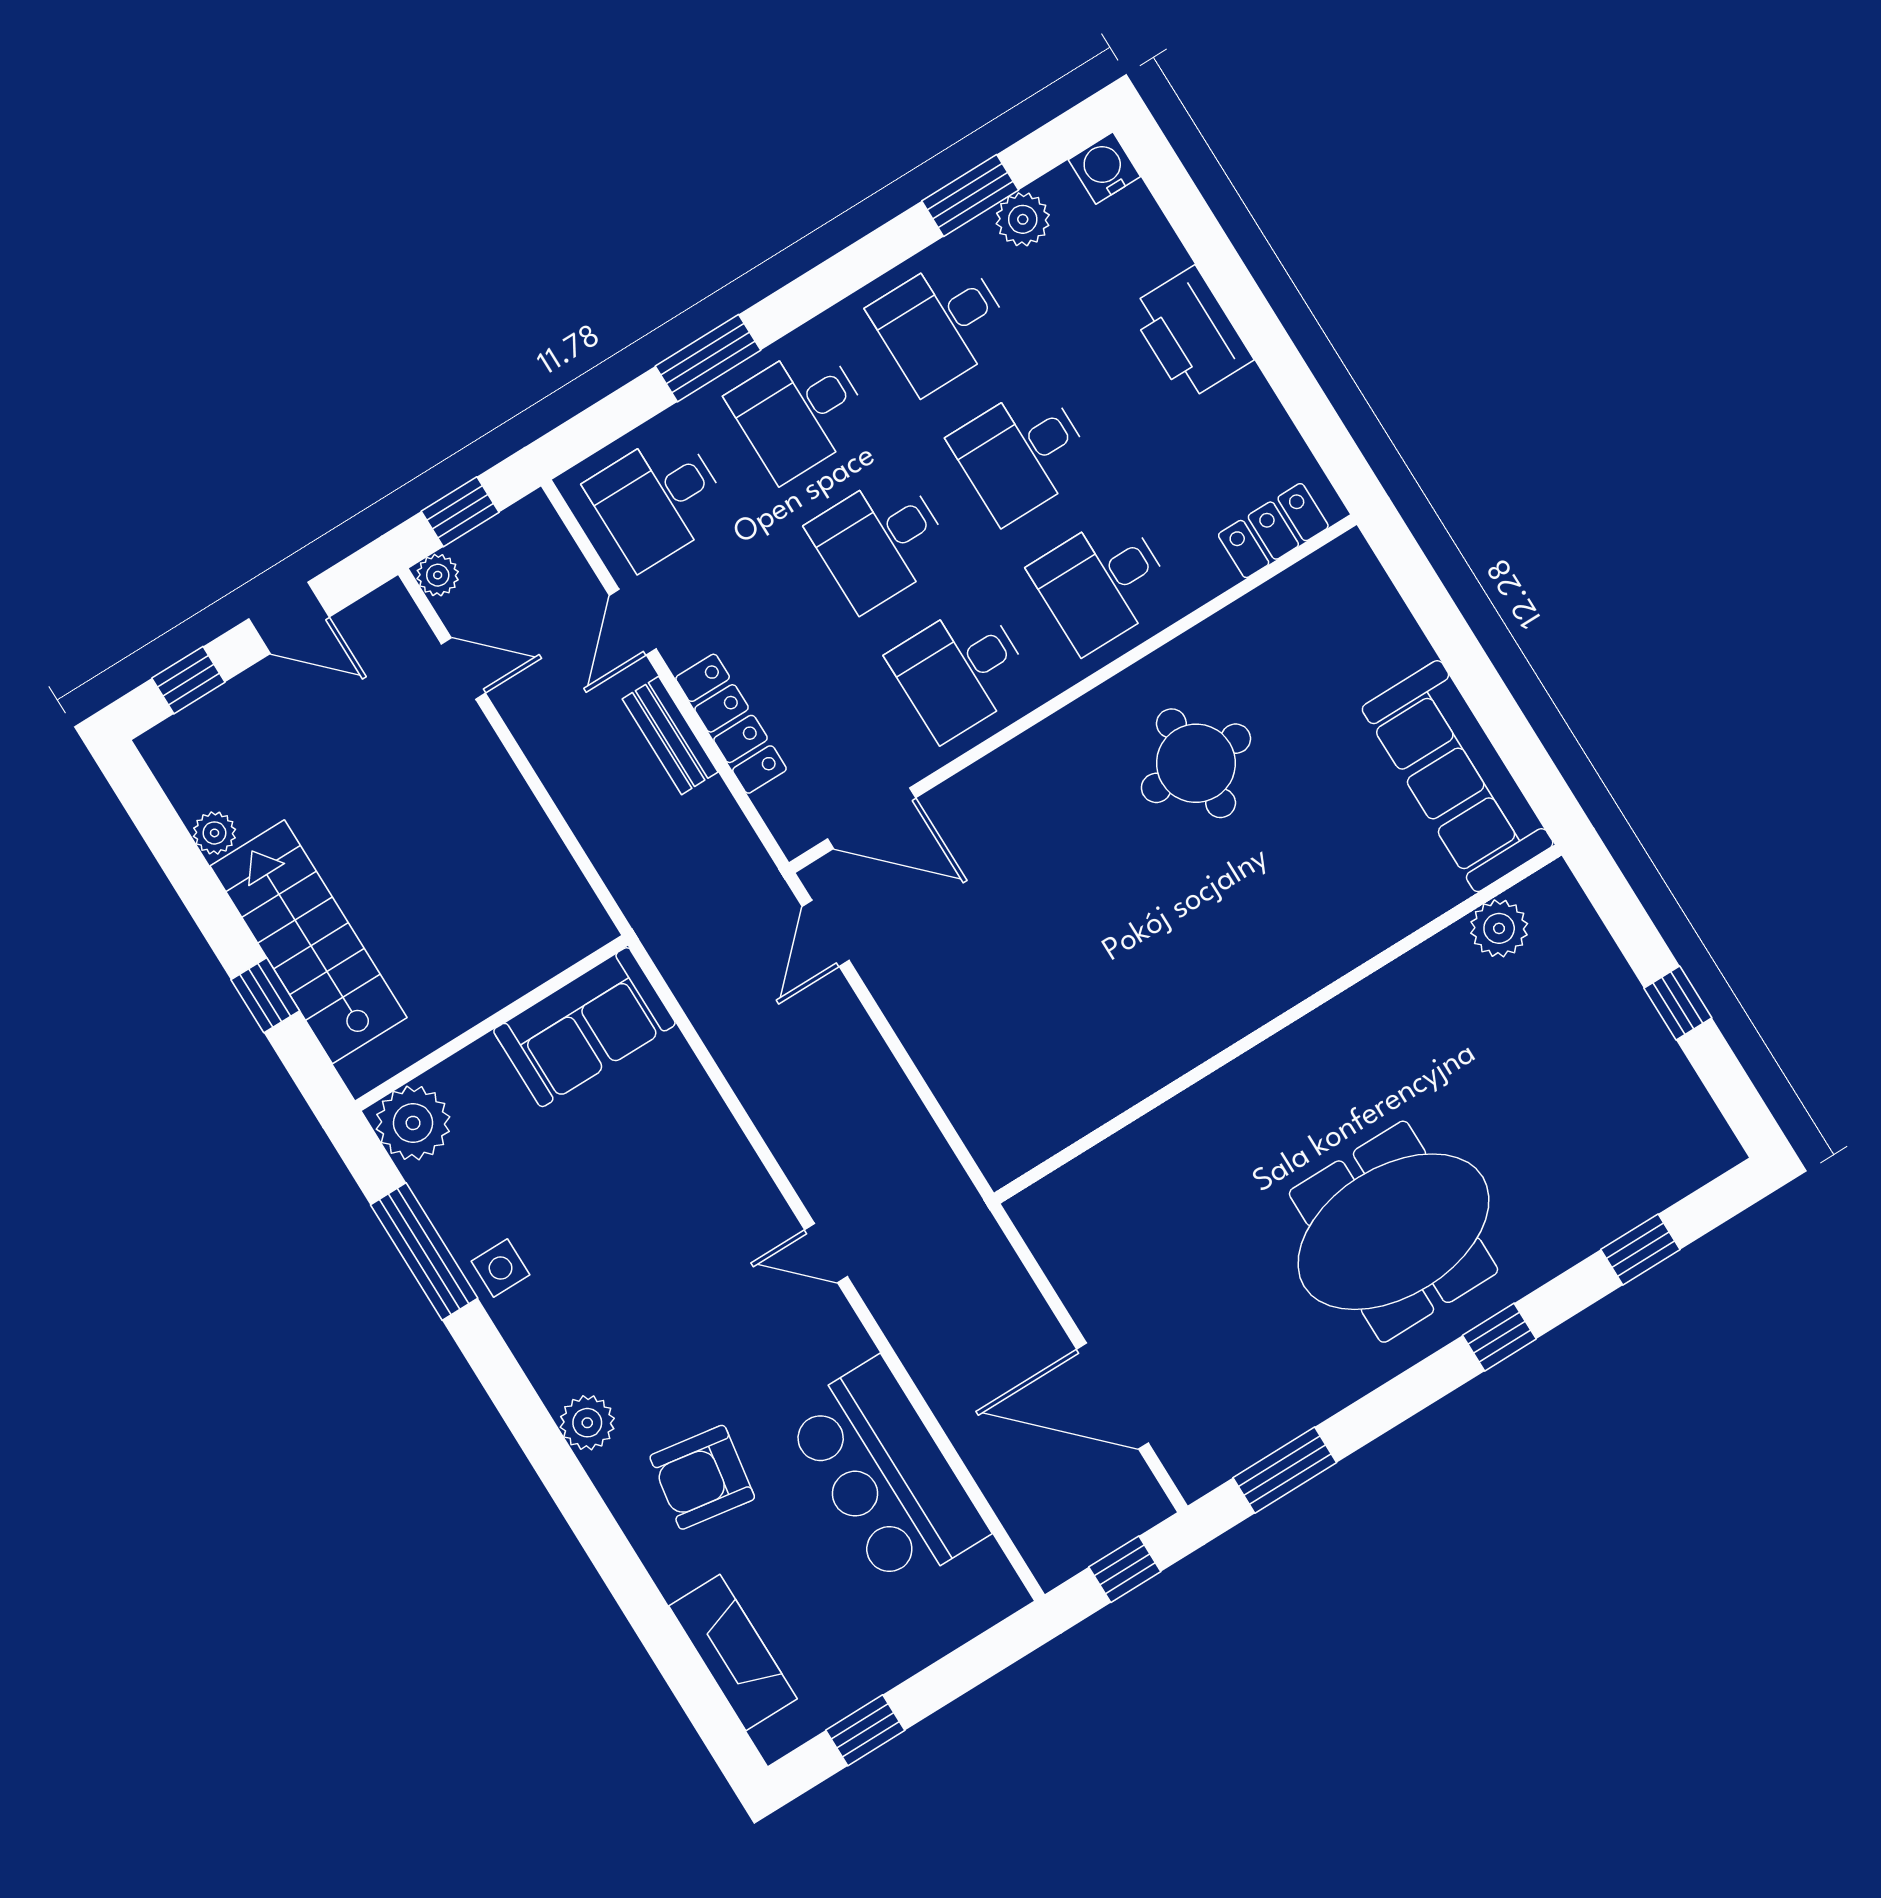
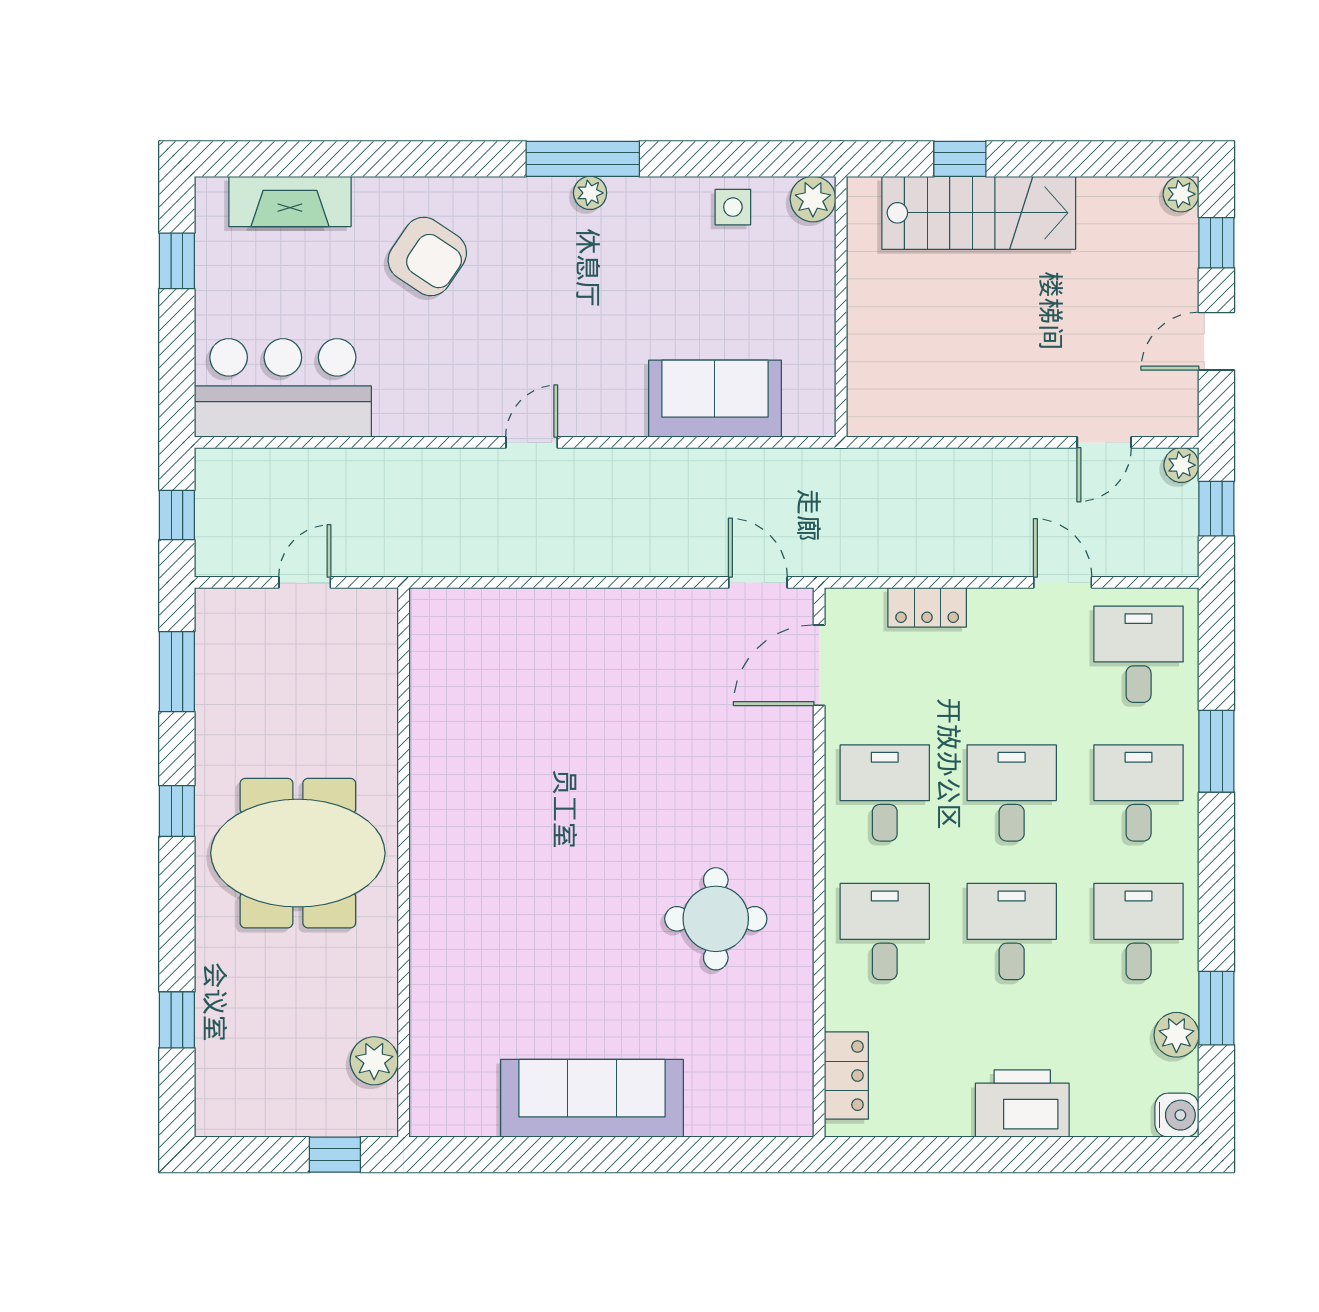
locker: (731, 724) -> (927, 607), width x0.66
bench: (670, 735) -> (966, 559), removed
plant: (215, 833) -> (1181, 194), moved
plant: (1499, 928) -> (374, 1061), moved
wall: (1278, 1024) -> (404, 862), moved
sofa: (584, 1027) -> (715, 399), moved, turned 90
plant: (413, 1123) -> (813, 199), width x0.73, depth x0.73
meeting table: (1393, 1232) -> (298, 853), turned 90
window: (424, 1252) -> (583, 159), moved
side table: (501, 1268) -> (733, 207), moved
window: (1499, 1337) -> (177, 811), moved
door: (1112, 1396) -> (305, 582), width x0.53
plant: (587, 1423) -> (590, 193), moved, width x0.73, depth x0.73
bar counter: (886, 1474) -> (283, 388), moved
armchair: (702, 1477) -> (427, 256), turned 115

